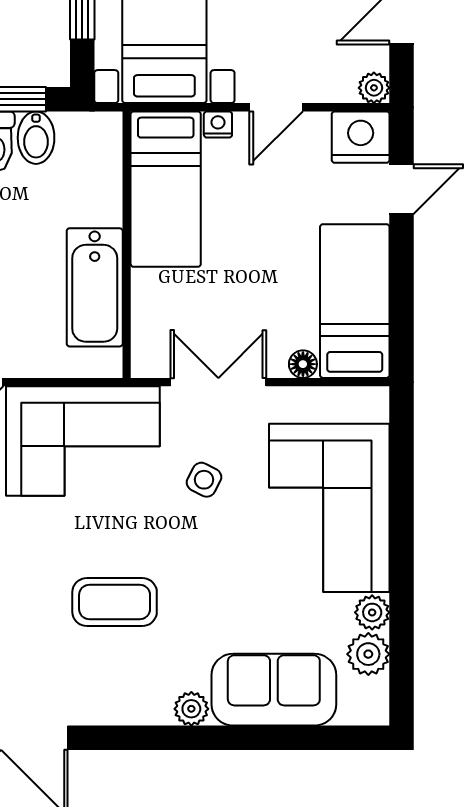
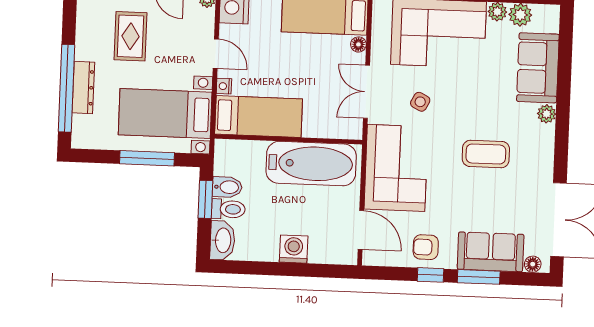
bathtub: (95, 287) -> (311, 164), width x1.36, depth x1.36
coffee table: (115, 602) -> (486, 154), turned 90

